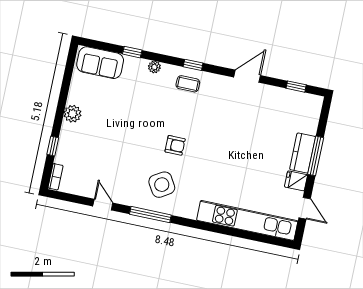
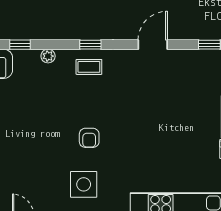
armchair: (175, 145) -> (89, 138), turned 90
side table: (162, 185) -> (84, 184), turned 31

